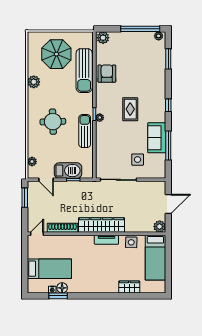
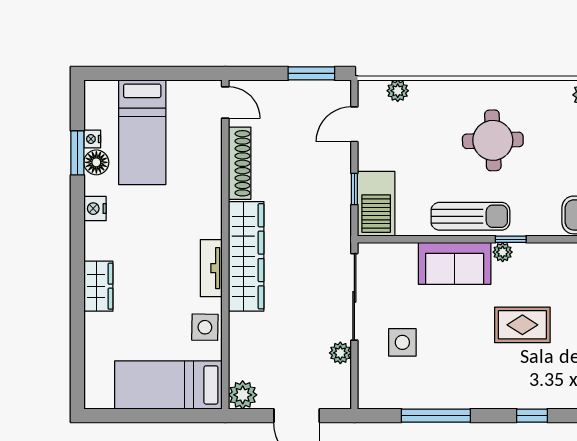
sofa: (157, 138) -> (455, 263), moved, turned 180
barbecue: (68, 171) -> (376, 204), moved
plant: (142, 186) -> (340, 353), added
wardrobe: (129, 287) -> (98, 286), moved
nightstand: (81, 288) -> (95, 209), added

